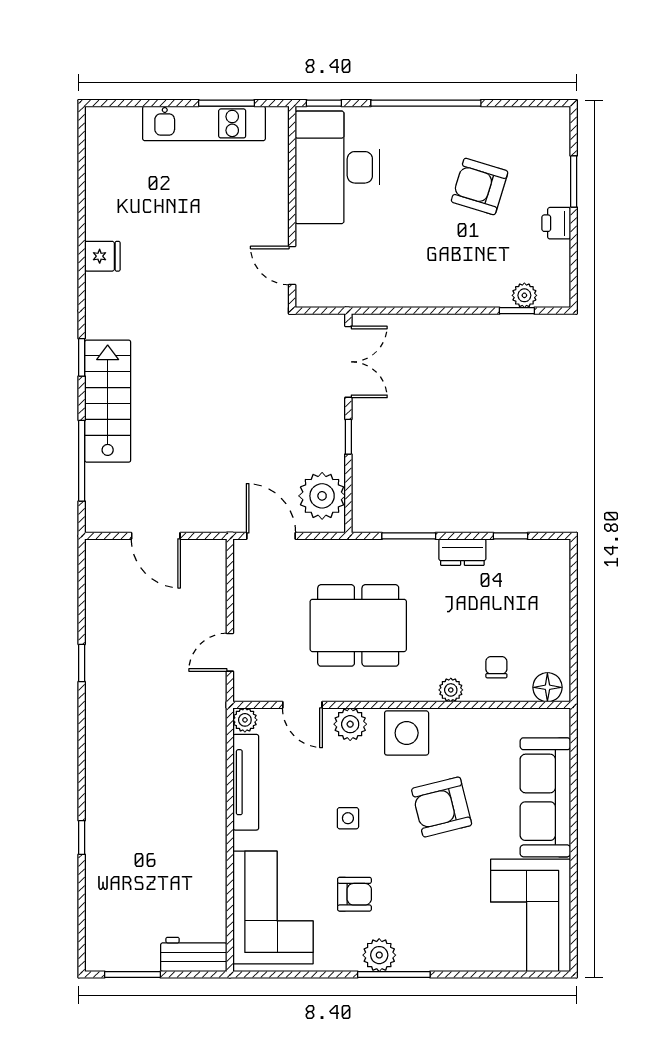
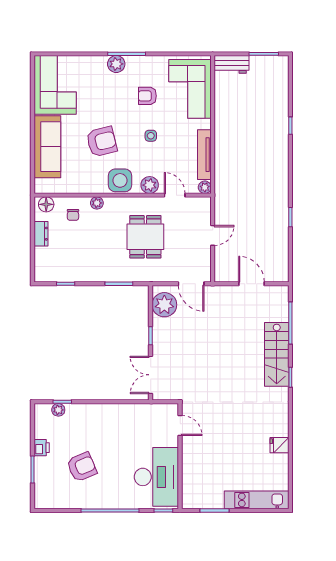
kitchen unit: (204, 123) -> (257, 500), moved
armchair: (480, 186) -> (82, 467), turned -40
fridge: (102, 256) -> (280, 445), moved
dresser: (462, 552) -> (41, 234), moved, turned 90
dining table: (358, 625) -> (145, 237), width x0.73
door: (230, 652) -> (213, 235), moved
plant: (379, 955) -> (116, 64), moved

